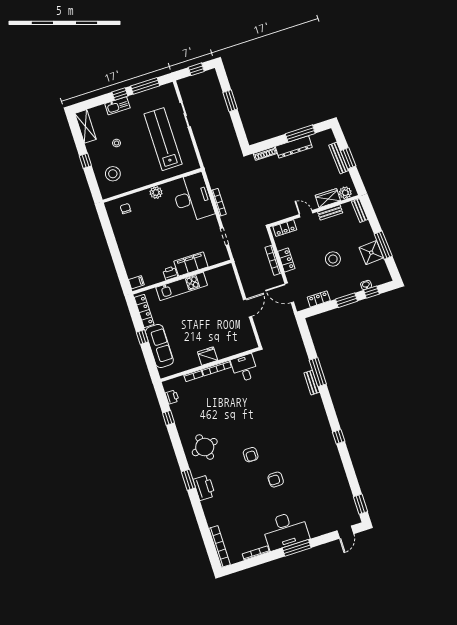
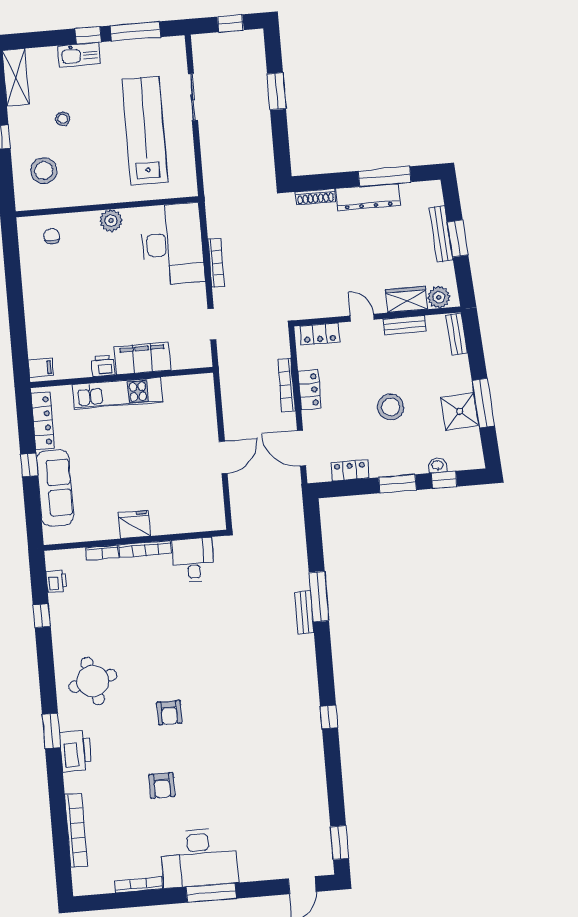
armchair: (276, 480) -> (162, 785), moved, turned -90
bookcase: (220, 546) -> (76, 830), moved

